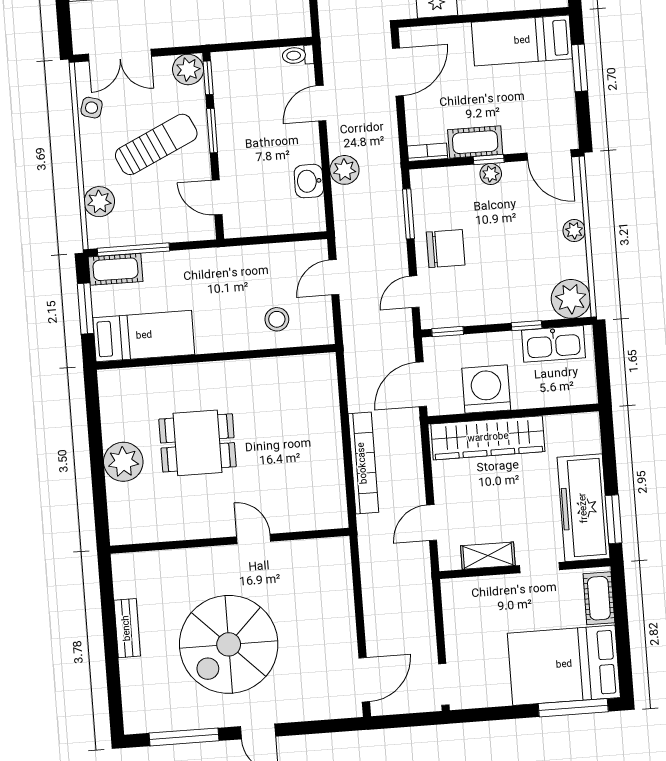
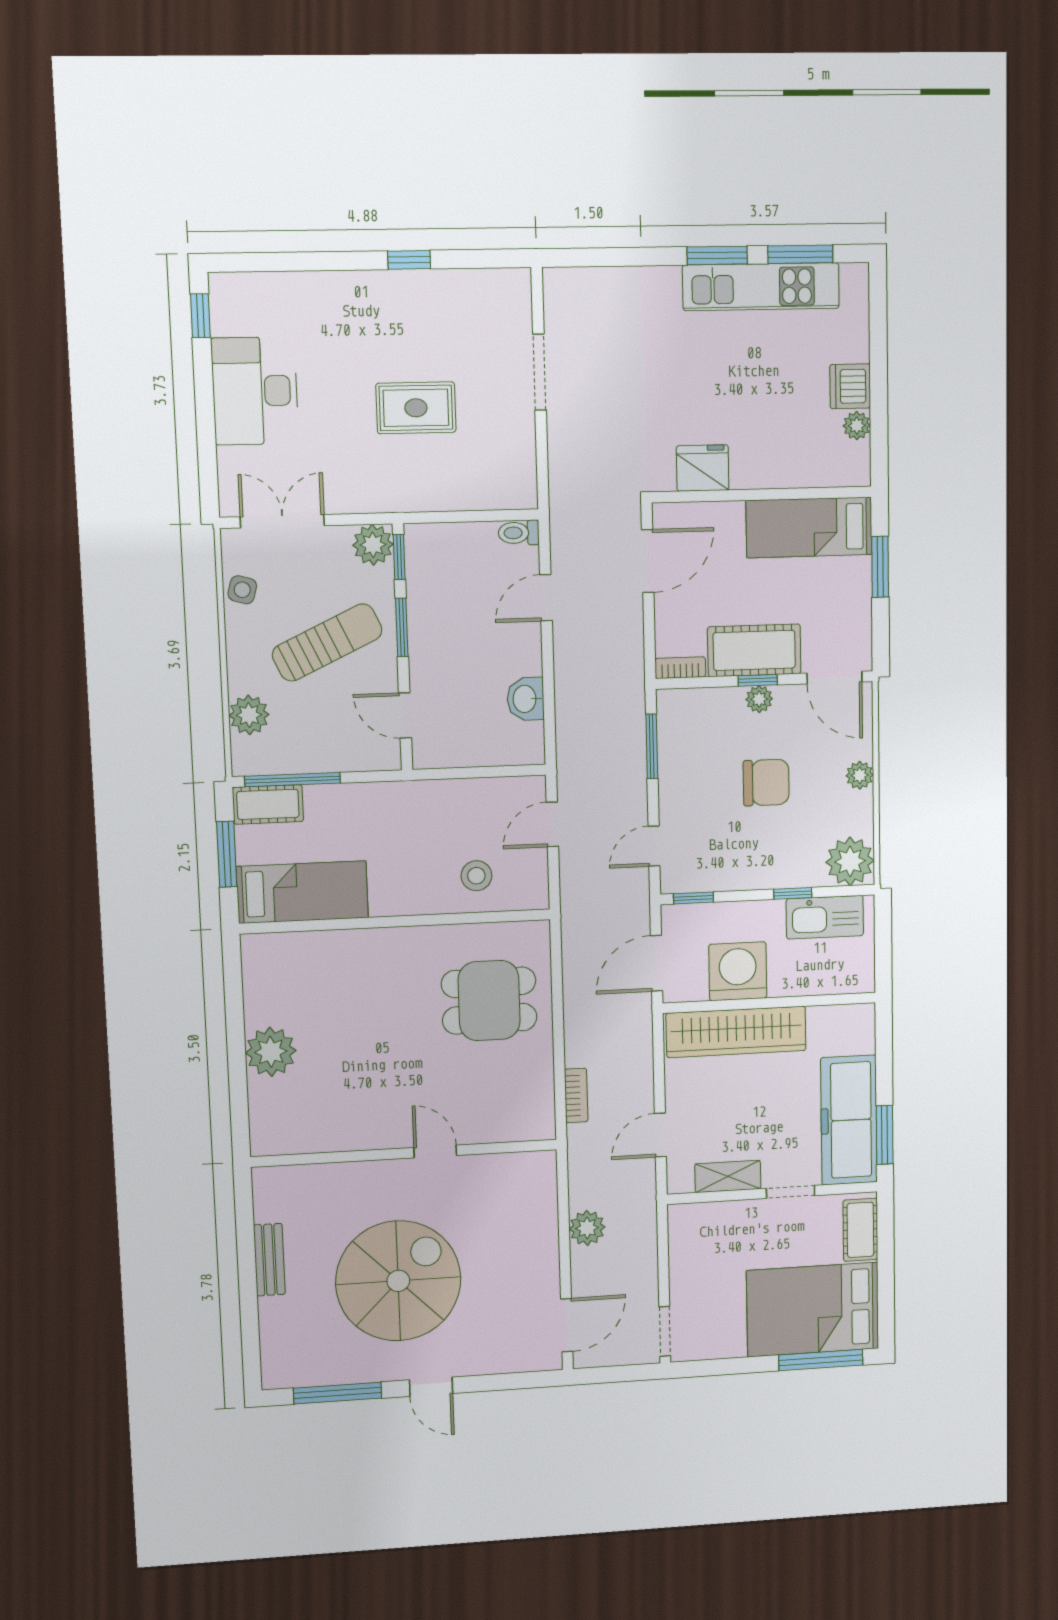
double door: (120, 55) -> (282, 521), swing flipped
cot: (475, 142) -> (754, 650), width x1.37, depth x1.34
plant: (344, 170) -> (587, 1228), moved
chair: (446, 249) -> (766, 783), moved
dining table: (198, 443) -> (489, 1001), moved
bookcase: (363, 463) -> (576, 1095), width x0.43, depth x0.76
spiral stairs: (229, 644) -> (398, 1281), turned 180

